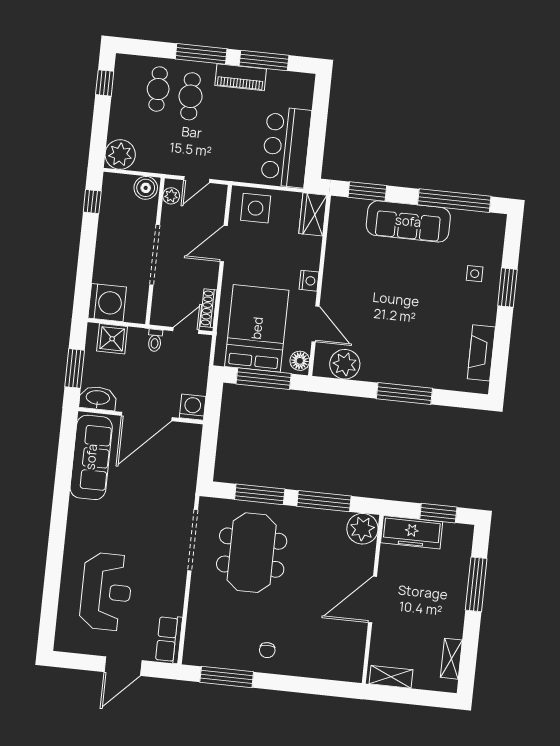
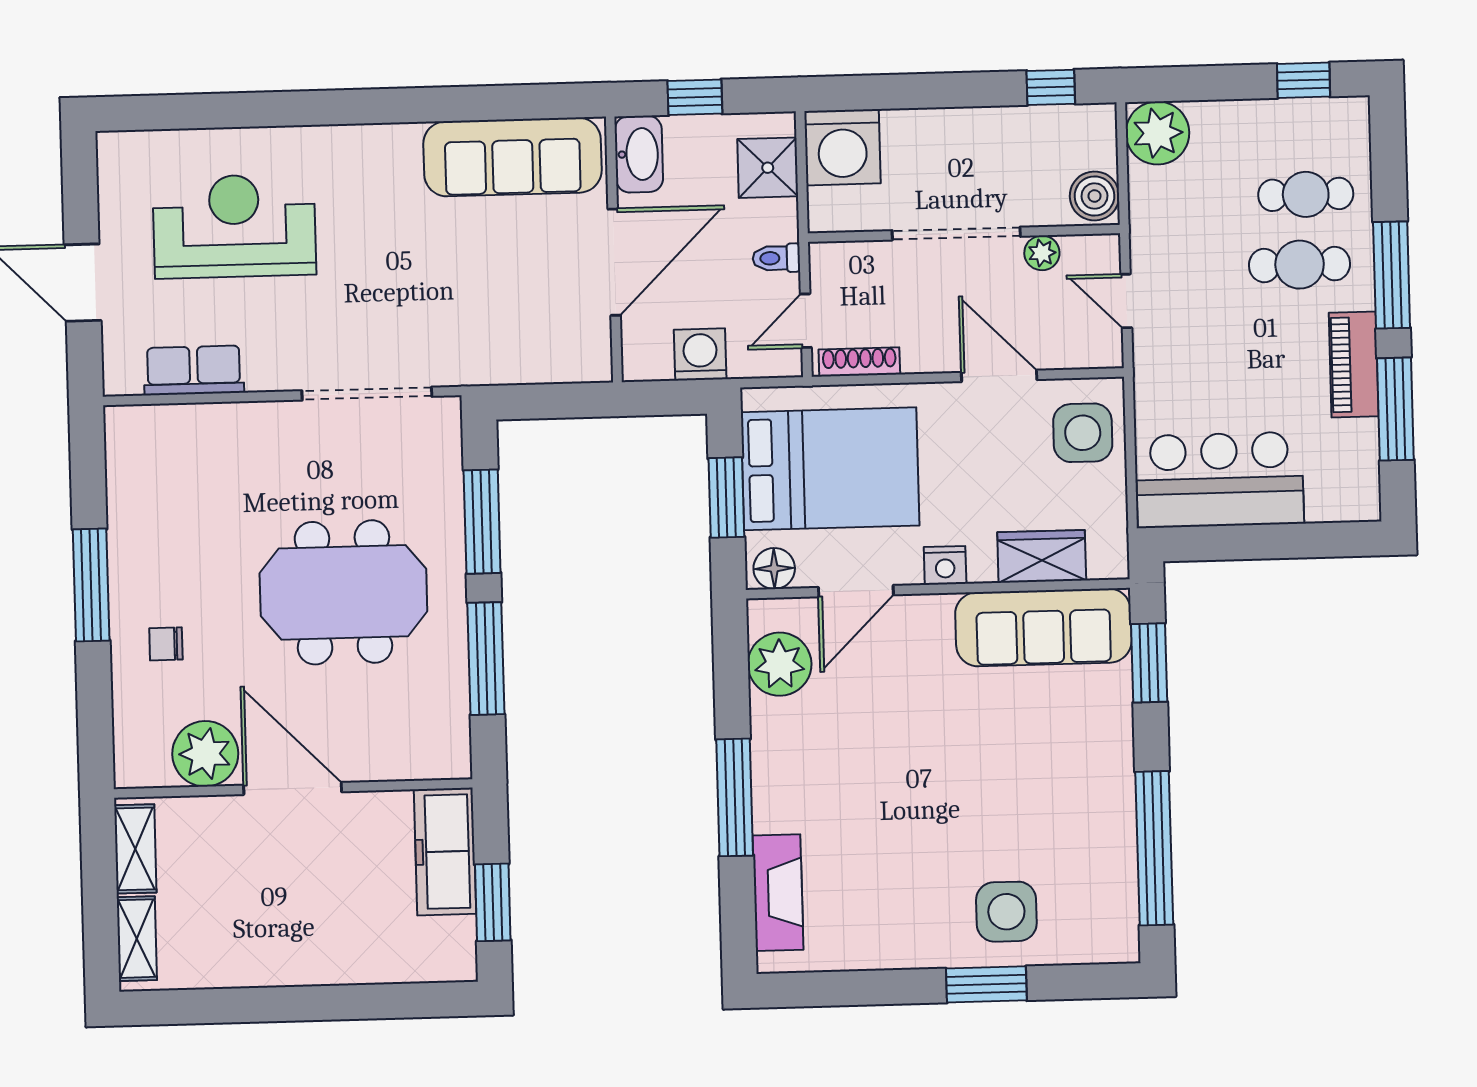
plant: (171, 196) -> (1042, 253), moved
wardrobe: (313, 214) -> (1042, 556), moved
sofa: (408, 221) -> (1043, 627), moved, turned -90
side table: (475, 274) -> (1006, 912), width x1.87, depth x1.87
door: (186, 331) -> (806, 321), swing flipped
fireplace: (481, 353) -> (778, 893), moved, turned 90
window: (75, 368) -> (695, 97), width x0.67
window: (264, 379) -> (726, 498), width x0.69
washing machine: (193, 407) -> (700, 354), moved, turned -90
door: (147, 416) -> (614, 262), swing flipped
plant: (362, 529) -> (205, 754), moved
meeting table: (252, 553) -> (343, 592), moved
window: (476, 584) -> (354, 1002), removed
reception desk: (106, 592) -> (234, 226), turned 180
row of seats: (169, 639) -> (194, 370), moved
chair: (267, 650) -> (166, 644), moved
shelving: (451, 659) -> (137, 939), moved, turned 90
window: (227, 677) -> (91, 585), moved

